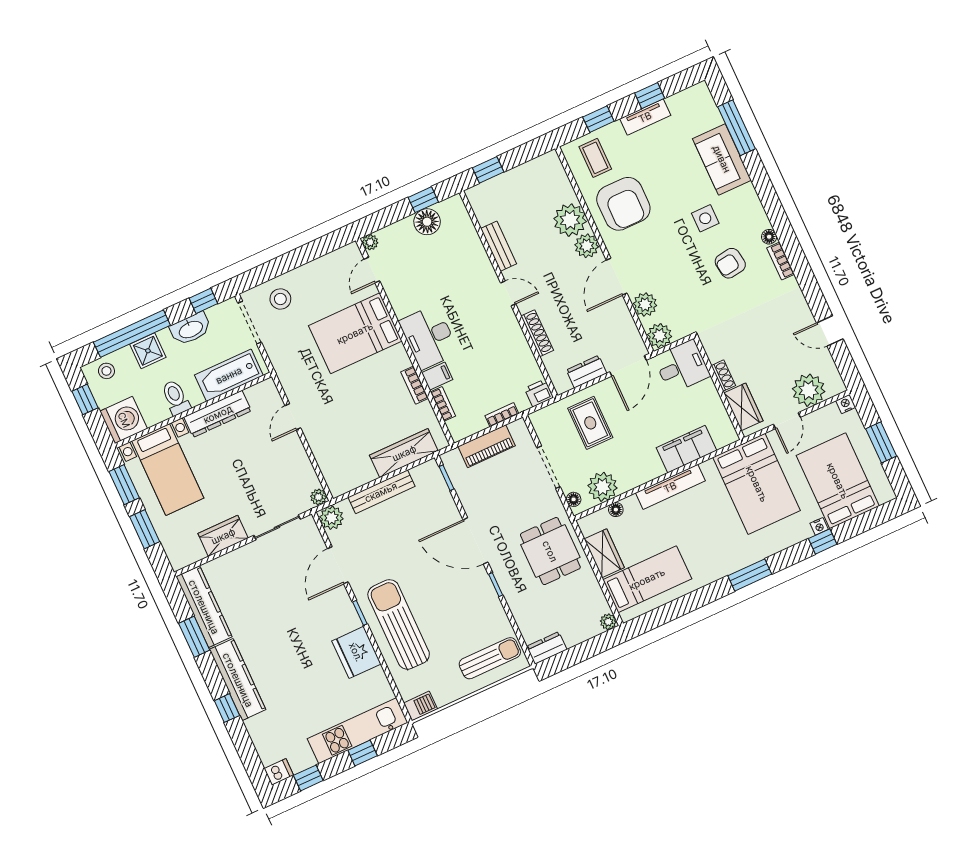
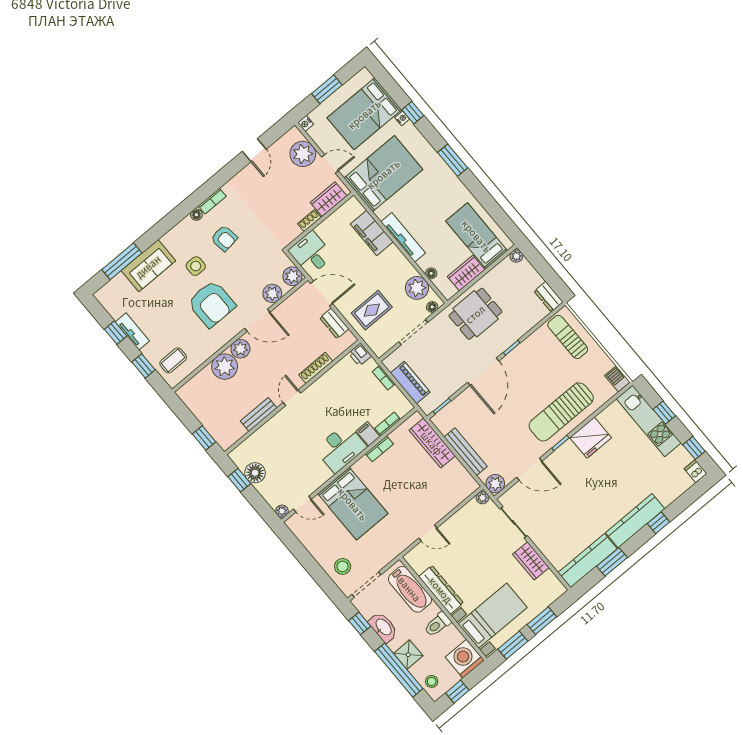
armchair: (623, 204) -> (212, 304), moved, turned 90

